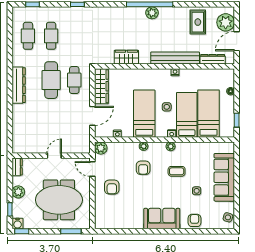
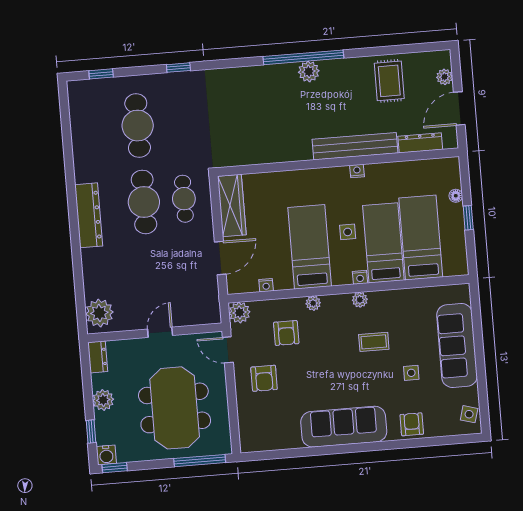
plant: (226, 22) -> (445, 77), width x0.53, depth x0.53
cafe table: (28, 36) -> (98, 129), removed
cafe table: (51, 36) -> (138, 126), width x1.37, depth x1.35
wardrobe: (126, 57) -> (271, 152), removed
window: (237, 120) -> (468, 218), moved
plant: (20, 142) -> (99, 313), added
armchair: (143, 168) -> (286, 333), moved
meeting table: (59, 200) -> (175, 408), turned 90
sofa: (162, 219) -> (344, 427), width x1.36
window: (71, 231) -> (200, 461), width x1.44

